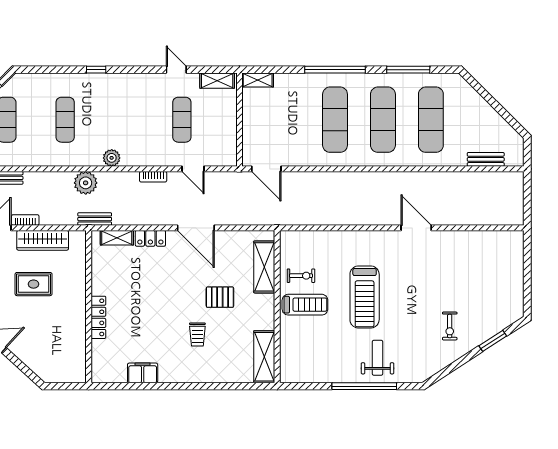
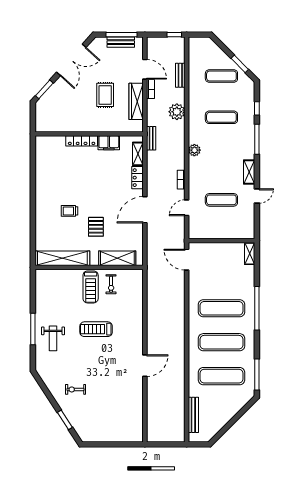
window: (52, 70) -> (257, 108), added
window: (96, 70) -> (257, 139), width x2.17
window: (408, 70) -> (257, 375), moved
shelving: (217, 81) -> (249, 172), moved
bench: (486, 159) -> (193, 415), width x1.36
door: (266, 169) -> (187, 260), hinge flipped
plant: (86, 183) -> (177, 112), moved
treadmill: (365, 297) -> (96, 329), width x0.73, depth x0.73
shelving: (264, 357) -> (62, 258), width x1.47
weight bench: (377, 358) -> (53, 338), turned 90
window: (26, 370) -> (44, 89), added
filing cabinet: (143, 373) -> (109, 143), moved, turned 90
window: (364, 386) -> (33, 329), width x0.68

